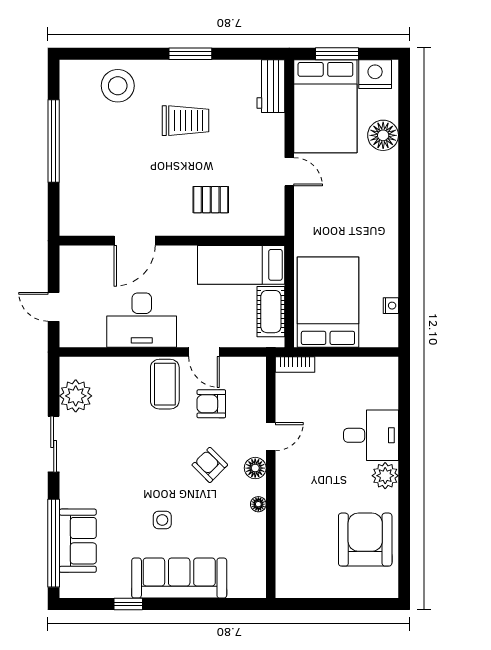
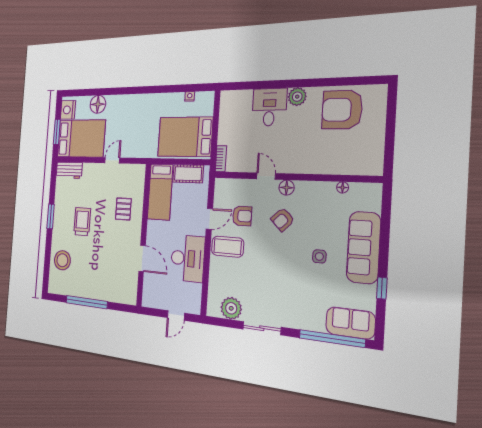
armchair: (211, 404) -> (242, 216), turned -90
floor lamp: (258, 504) -> (343, 187), moved
sofa: (78, 541) -> (350, 323), moved

